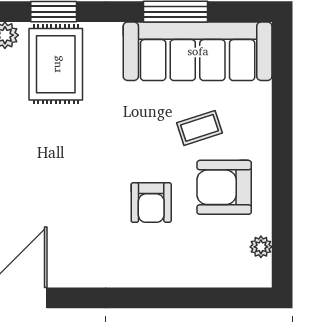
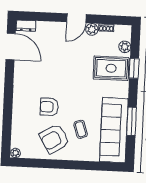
armchair: (224, 187) -> (54, 139), turned -121
plant: (261, 247) -> (16, 153), moved

